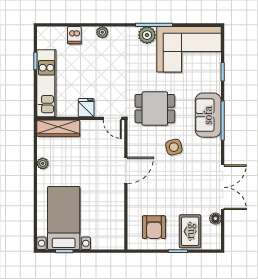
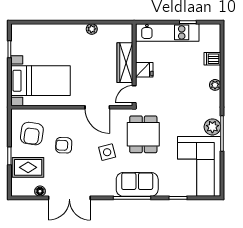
wardrobe: (58, 128) -> (125, 63), moved
door: (126, 170) -> (97, 107), moved
armchair: (166, 193) -> (64, 145), added
bed with nightstands: (64, 218) -> (40, 81), moved
armchair: (154, 227) -> (32, 134), turned -82

